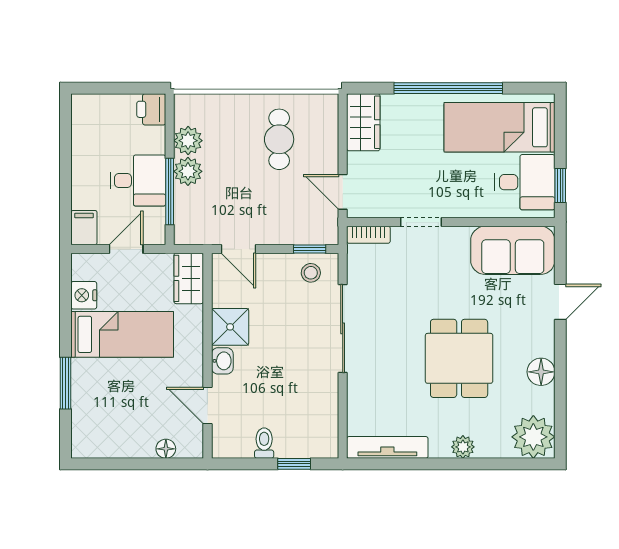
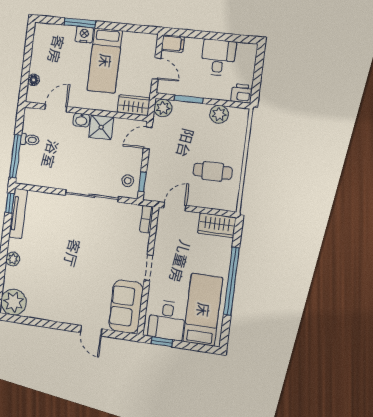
plant: (188, 171) -> (163, 108), moved
desk: (138, 180) -> (218, 57), moved, turned 180
window: (170, 192) -> (189, 99), width x0.69
doorway: (421, 222) -> (148, 268), moved
nightstand: (84, 295) -> (84, 35), moved
dining table: (459, 358) -> (65, 264), removed
floor lamp: (541, 372) -> (51, 313), removed
window: (294, 464) -> (15, 156), width x2.17
window: (372, 464) -> (10, 203), added

